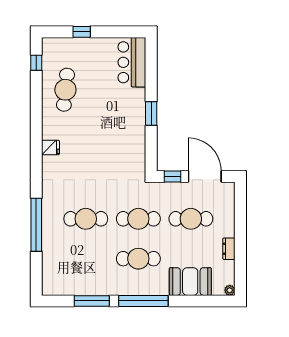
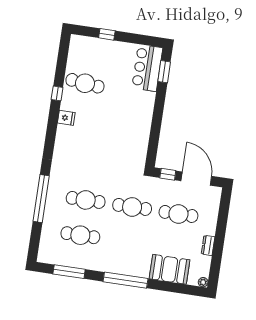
window: (36, 63) -> (57, 93), moved
cafe table: (65, 90) -> (85, 83), turned 90
window: (151, 113) -> (164, 72), moved
fridge: (50, 147) -> (66, 118), moved
cafe table: (138, 259) -> (80, 235), moved
window: (92, 301) -> (69, 272), moved

